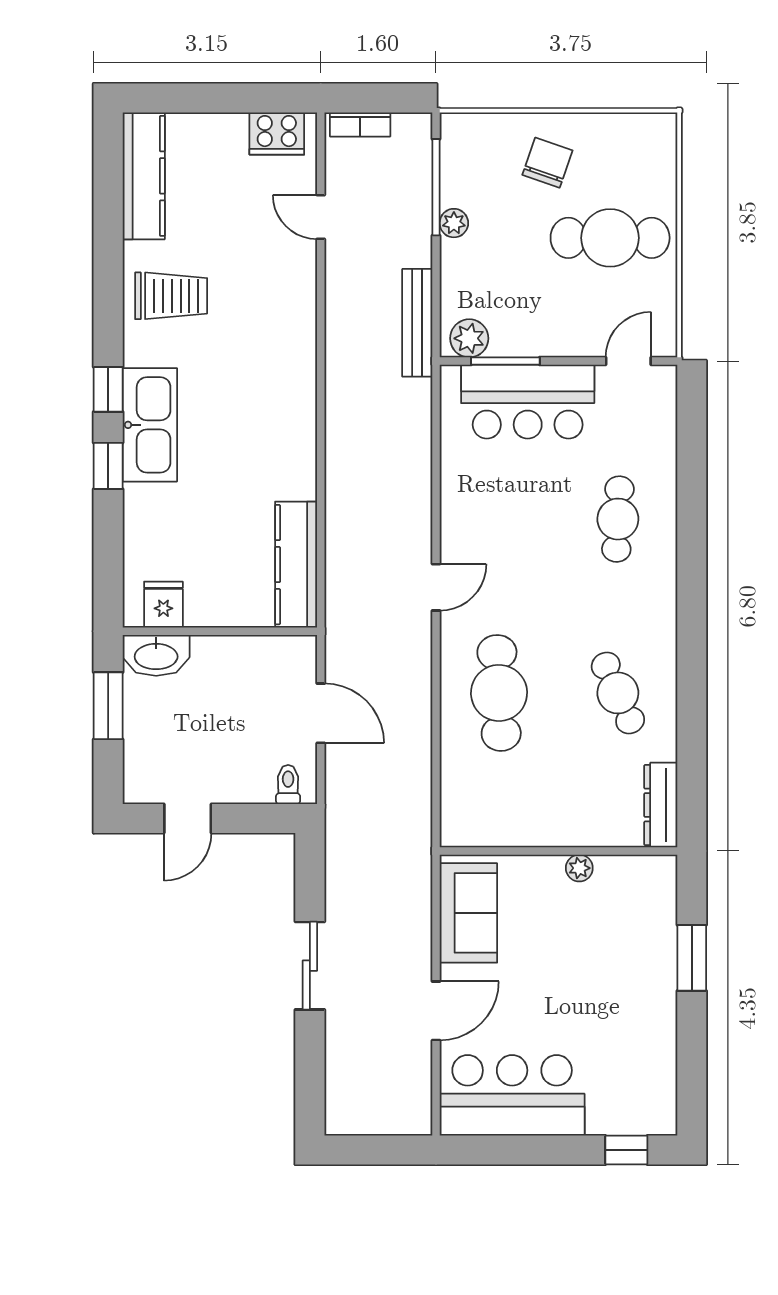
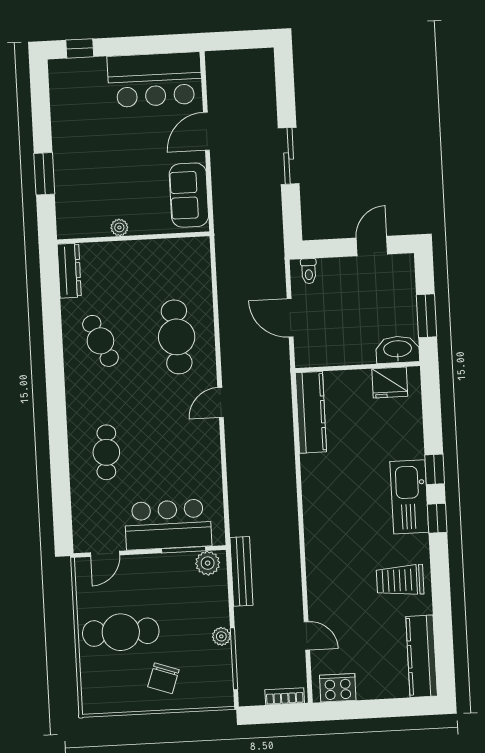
fridge: (163, 605) -> (390, 383), width x1.38

